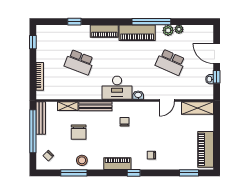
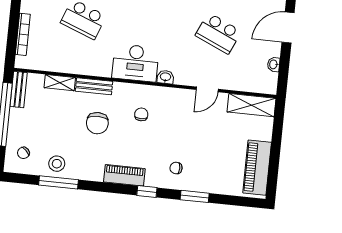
door: (217, 54) -> (288, 28), hinge flipped
window: (217, 77) -> (284, 62), removed
bench: (95, 106) -> (94, 86), width x0.73
bench: (41, 118) -> (19, 90), width x0.73
chair: (79, 132) -> (97, 123), moved
stool: (82, 160) -> (57, 164), moved
window: (189, 173) -> (195, 196), moved

